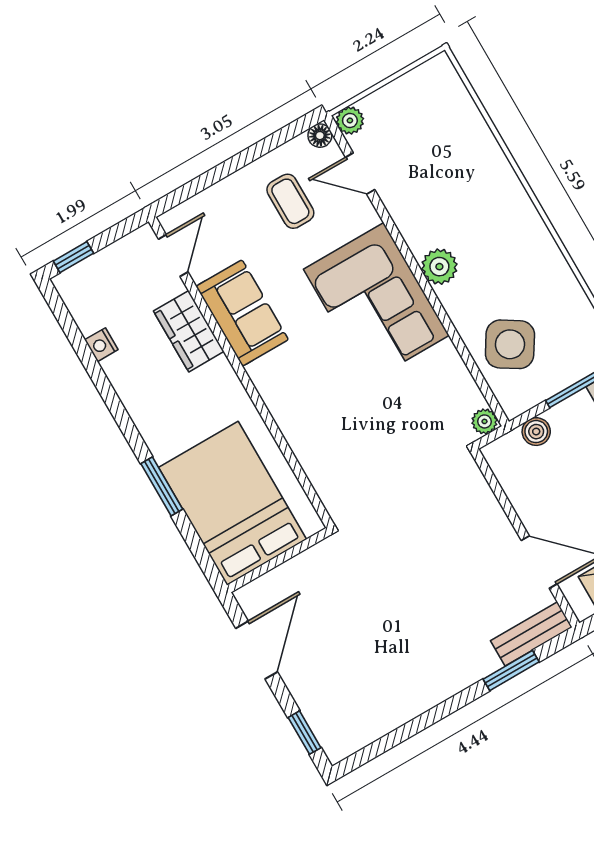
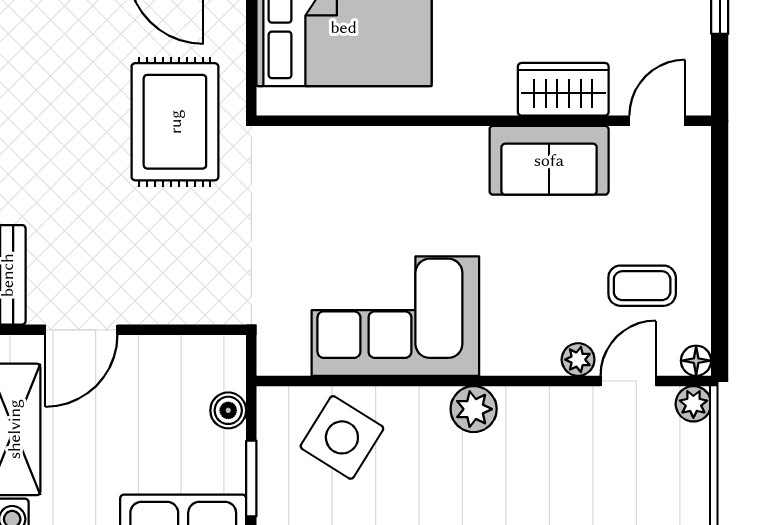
door: (173, 255) -> (657, 121), swing flipped
corner sofa: (376, 302) -> (395, 316), moved
plant: (485, 421) -> (578, 360), moved
rug: (362, 580) -> (175, 122), added

